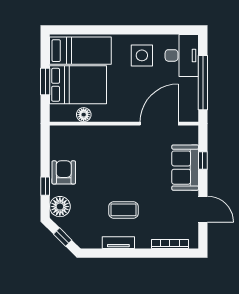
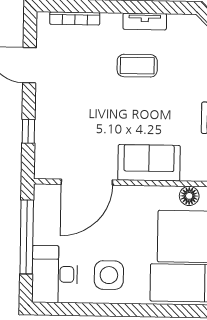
sofa: (185, 168) -> (149, 163), moved, turned -90

